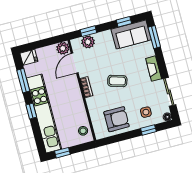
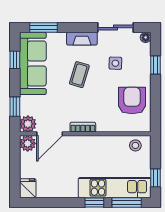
sofa: (131, 34) -> (33, 63), width x1.36
plant: (88, 42) -> (28, 124), moved
door: (75, 63) -> (50, 134), hinge flipped
window: (23, 81) -> (127, 203), moved
coffee table: (117, 81) -> (79, 75), moved
side table: (146, 112) -> (115, 63), moved
kitchen unit: (44, 113) -> (115, 188), width x0.73

